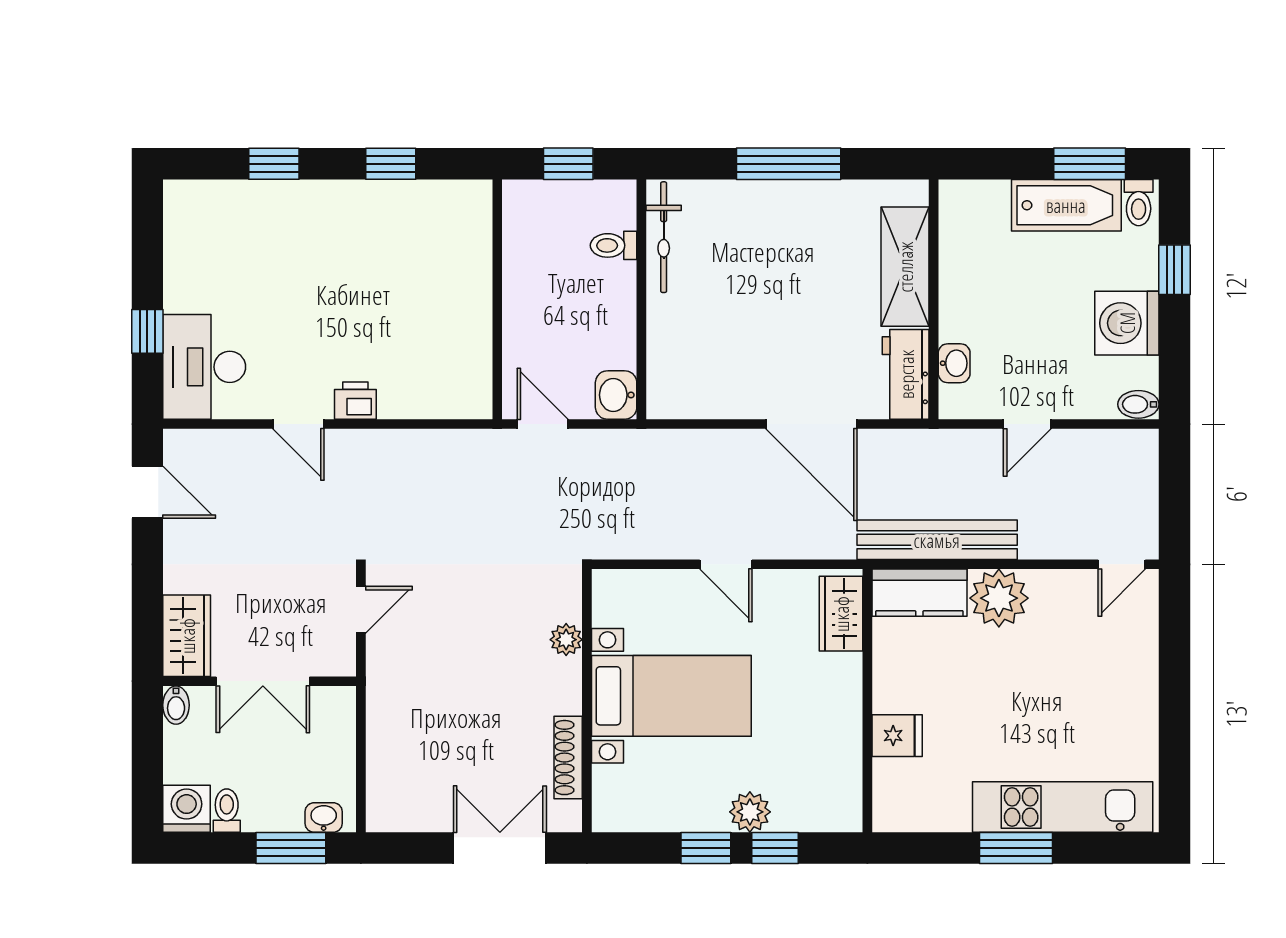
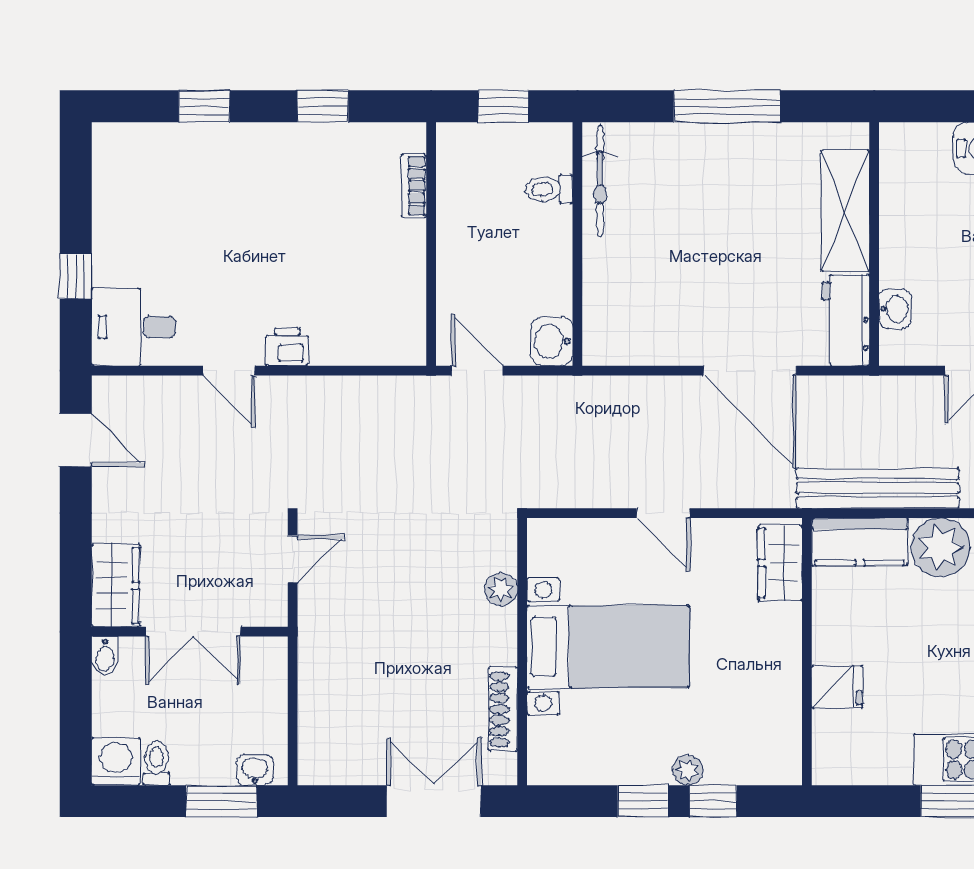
bookcase: (480, 242) -> (414, 186), added
desk: (204, 367) -> (134, 327), width x0.73
plant: (750, 812) -> (688, 770), width x0.73, depth x0.73

